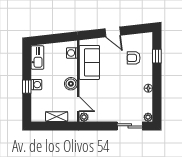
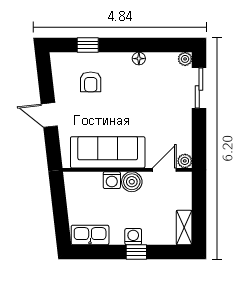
door: (113, 32) -> (49, 115), swing flipped
washing machine: (72, 53) -> (112, 180), moved
sofa: (89, 62) -> (108, 152), width x1.36
shelving: (57, 117) -> (184, 228), moved

